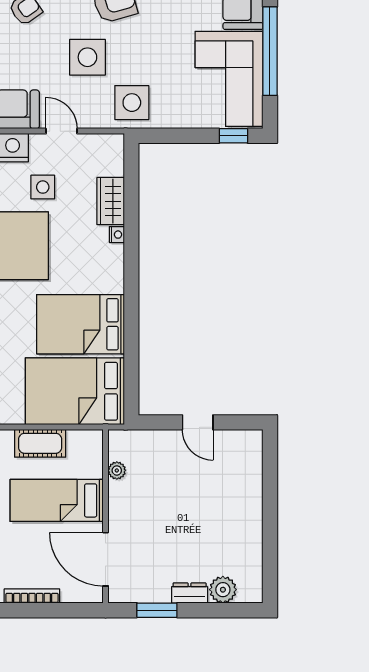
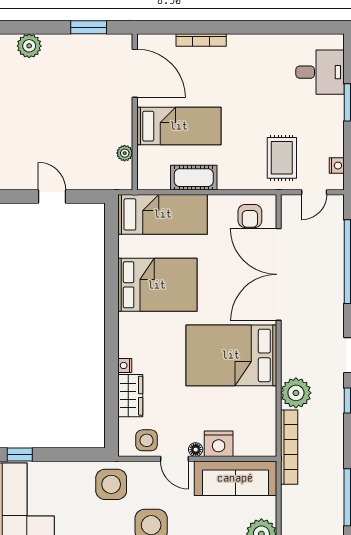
floor lamp: (38, 141) -> (196, 450), added
side table: (43, 187) -> (147, 440), moved
bed: (75, 391) -> (163, 214), width x0.67
dresser: (190, 593) -> (59, 43), removed

